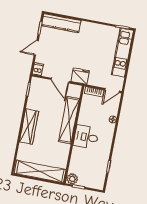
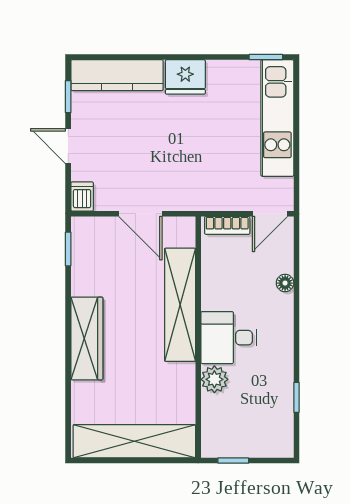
door: (36, 48) -> (68, 146), hinge flipped
fridge: (80, 76) -> (185, 77), moved, turned 180
plant: (72, 179) -> (214, 379), moved

